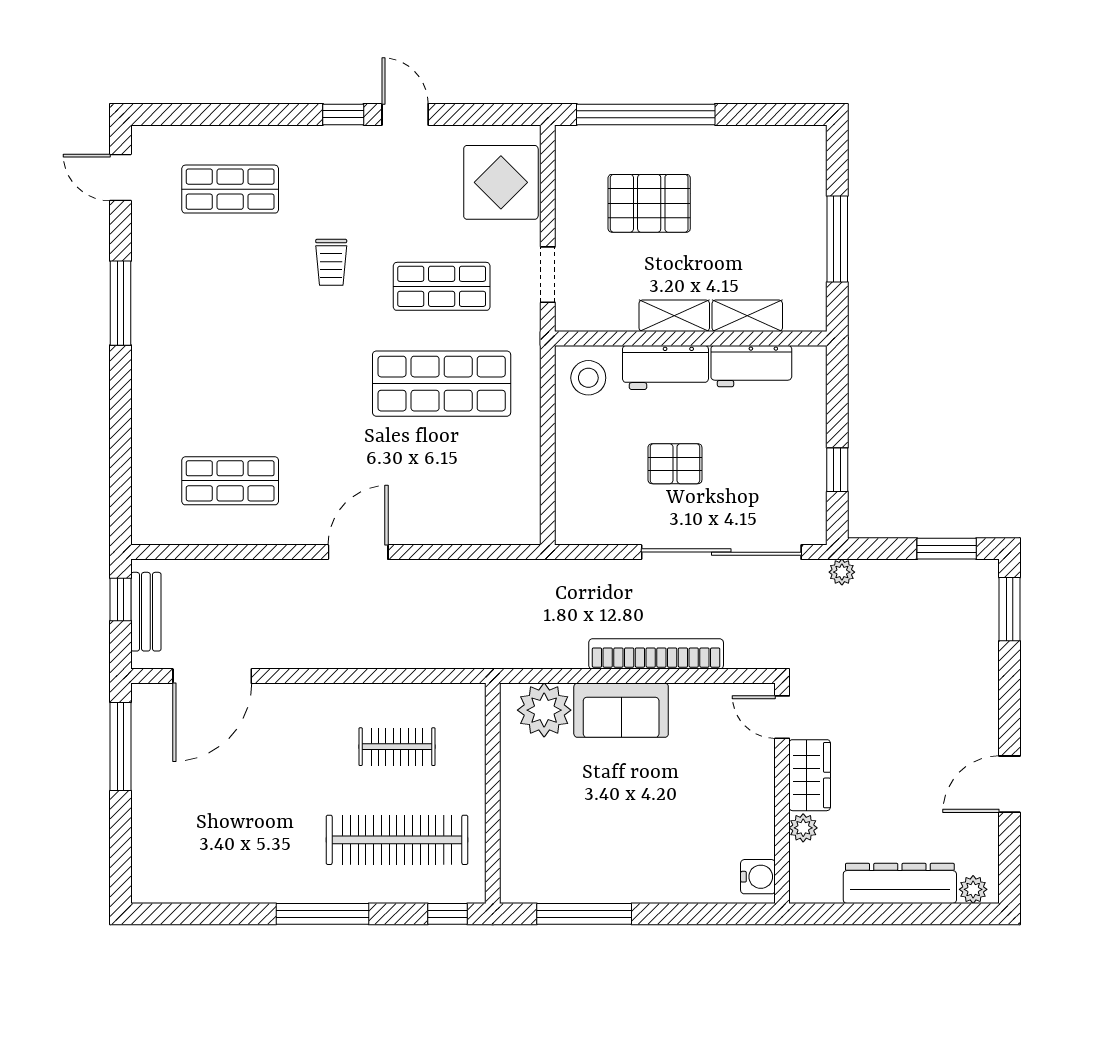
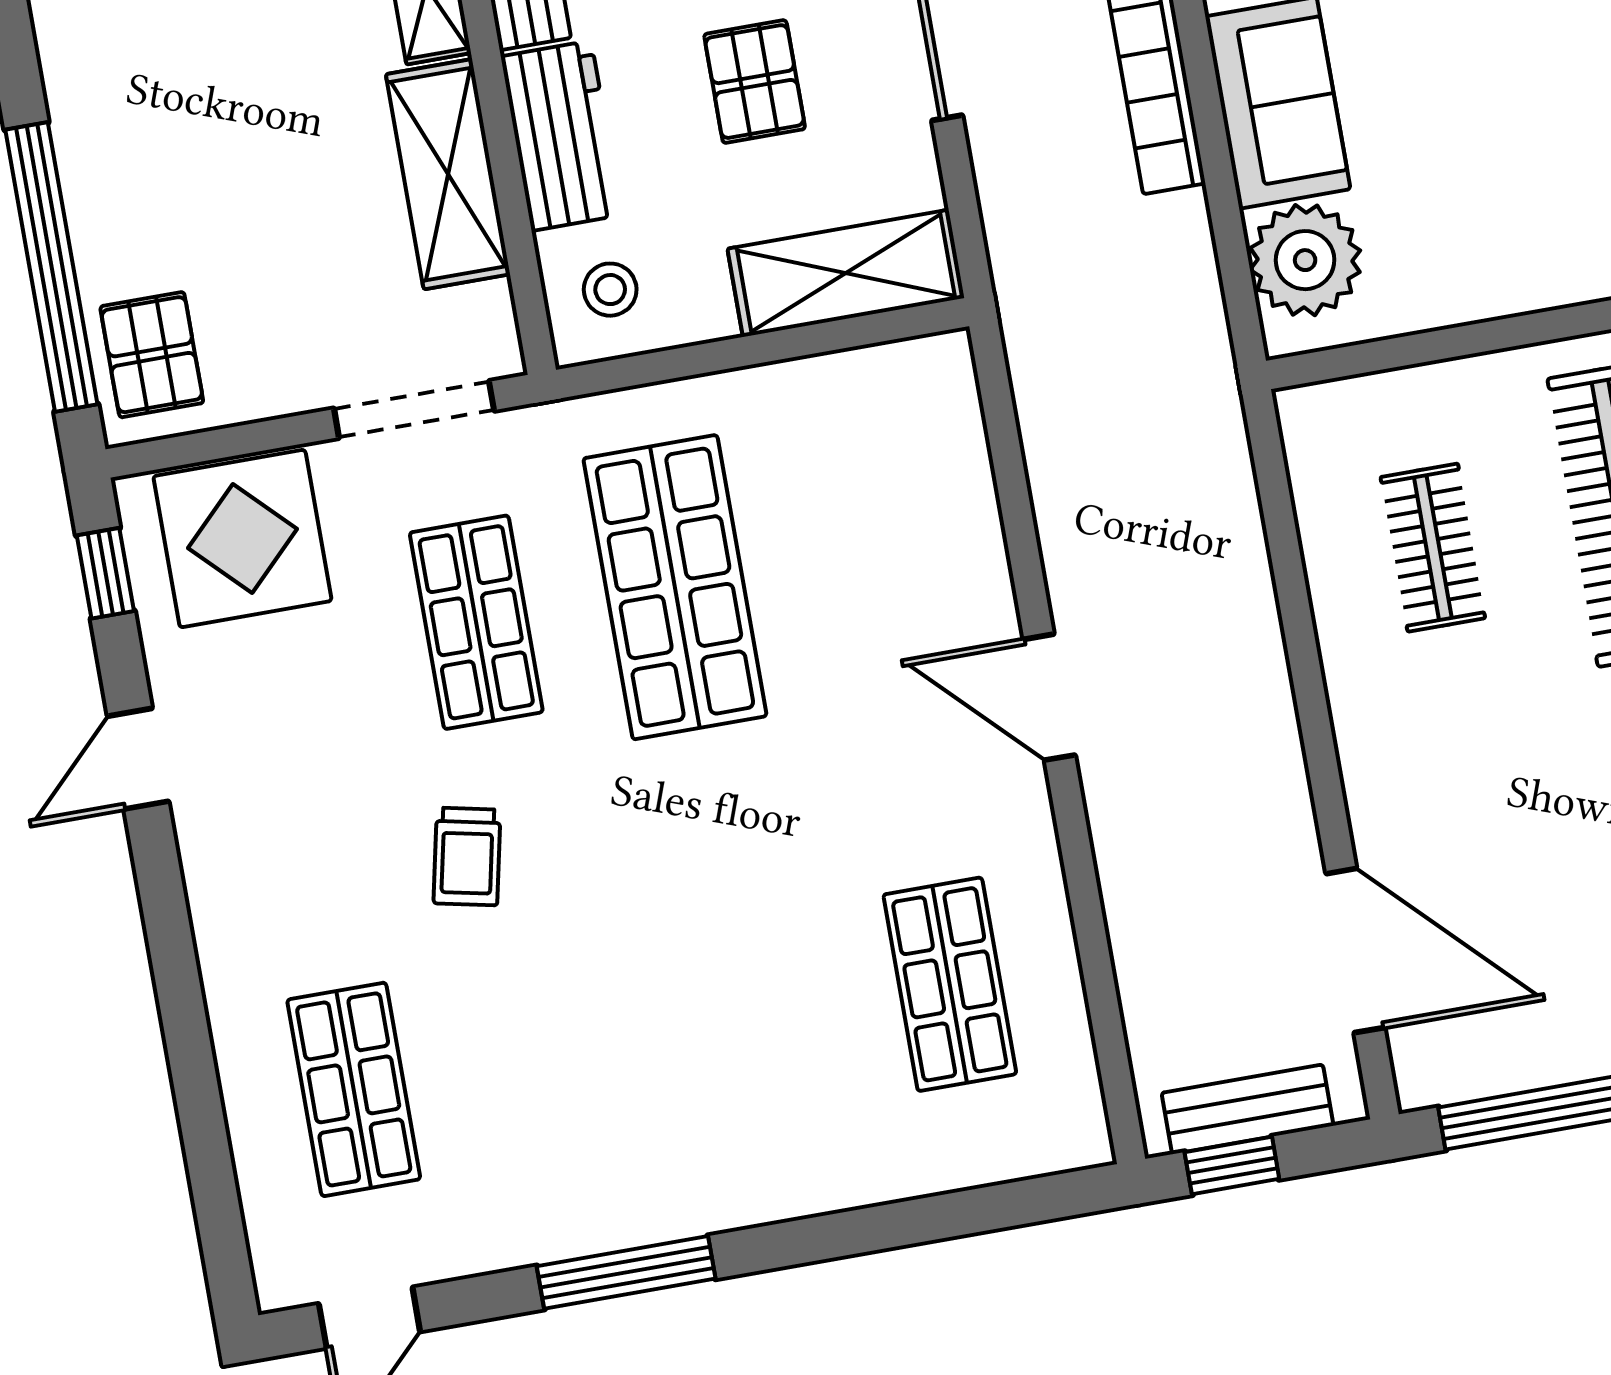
window: (343, 114) -> (105, 573), moved
pallet: (649, 203) -> (152, 355), moved, width x0.67, depth x0.71
trolley: (331, 262) -> (467, 857), turned 102
doorway: (548, 275) -> (414, 410), width x1.38
shelving: (674, 316) -> (448, 174), width x1.50, depth x1.33
stool: (588, 378) -> (610, 290), width x0.73, depth x0.73
shelving: (576, 491) -> (846, 273), added

